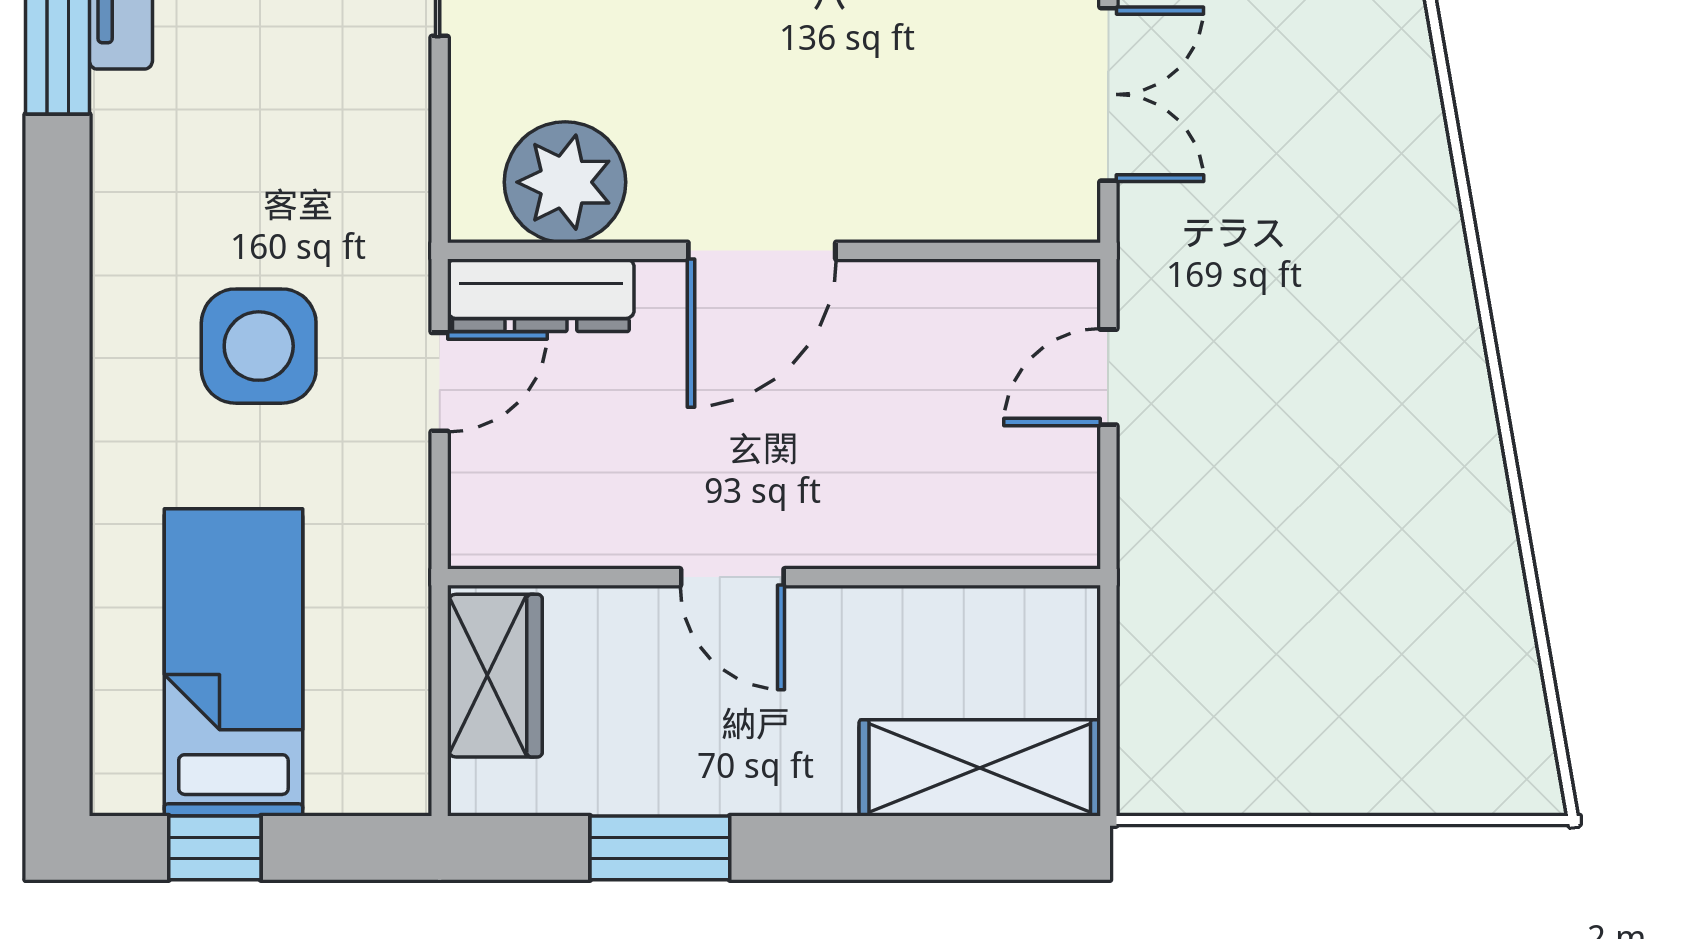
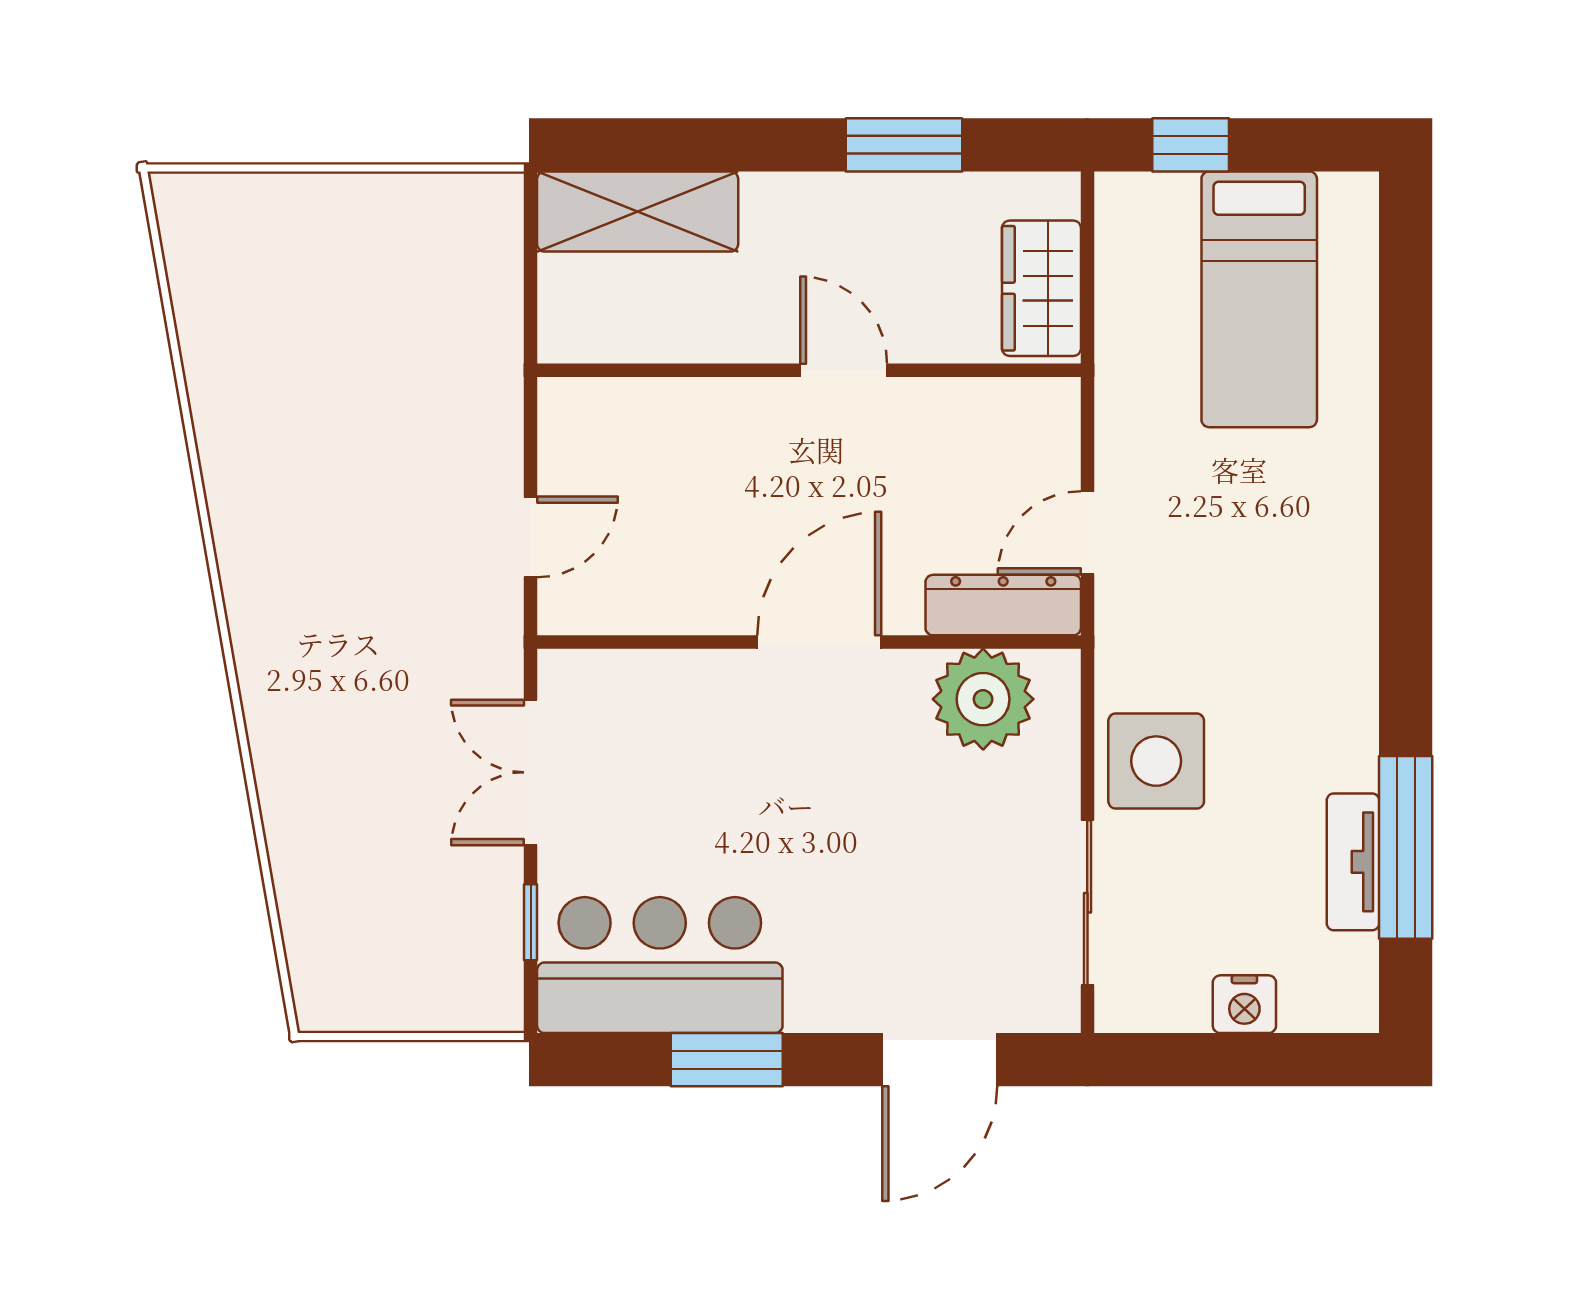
side table: (259, 346) -> (1156, 761), moved
window: (215, 848) -> (1191, 145), moved

